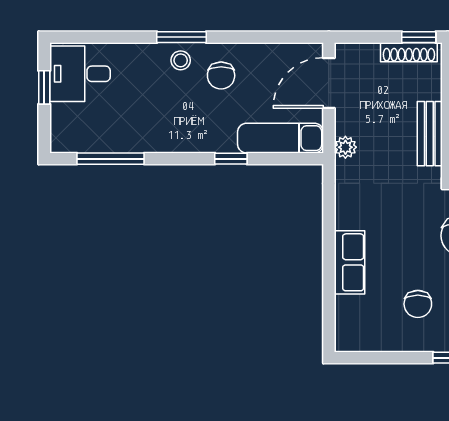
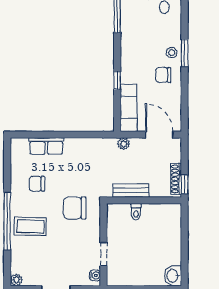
row of seats: (349, 262) -> (46, 146), moved

